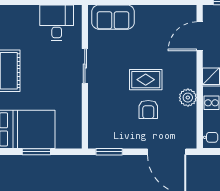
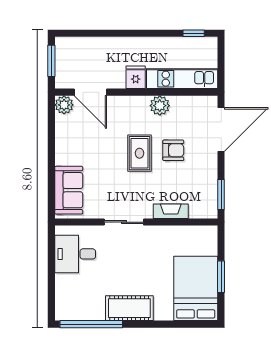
plant: (188, 13) -> (64, 105), added
fireplace: (94, 107) -> (171, 211), added

